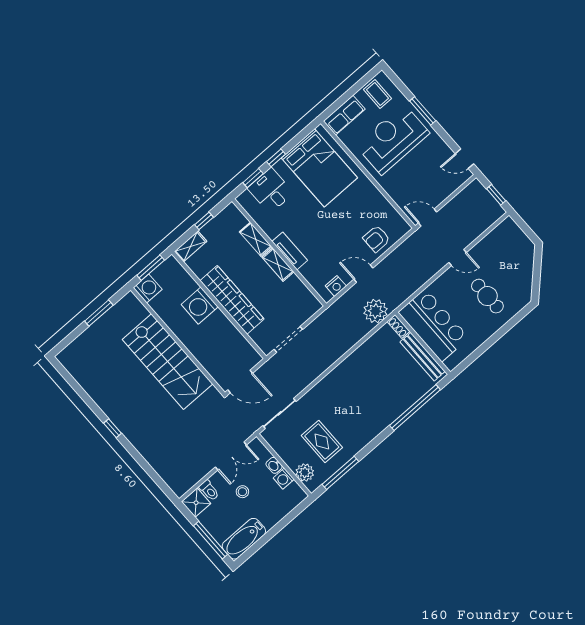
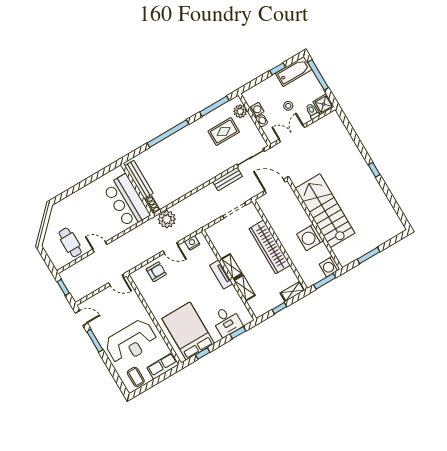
window: (423, 111) -> (95, 341), moved
window: (276, 158) -> (203, 354), moved
cafe table: (487, 296) -> (70, 242), moved
washing machine: (200, 306) -> (310, 238), moved, turned 180
bench: (305, 379) -> (228, 179), added
window: (415, 407) -> (168, 134), moved
rug: (322, 441) -> (224, 132), turned 90
window: (266, 538) -> (278, 69), added

